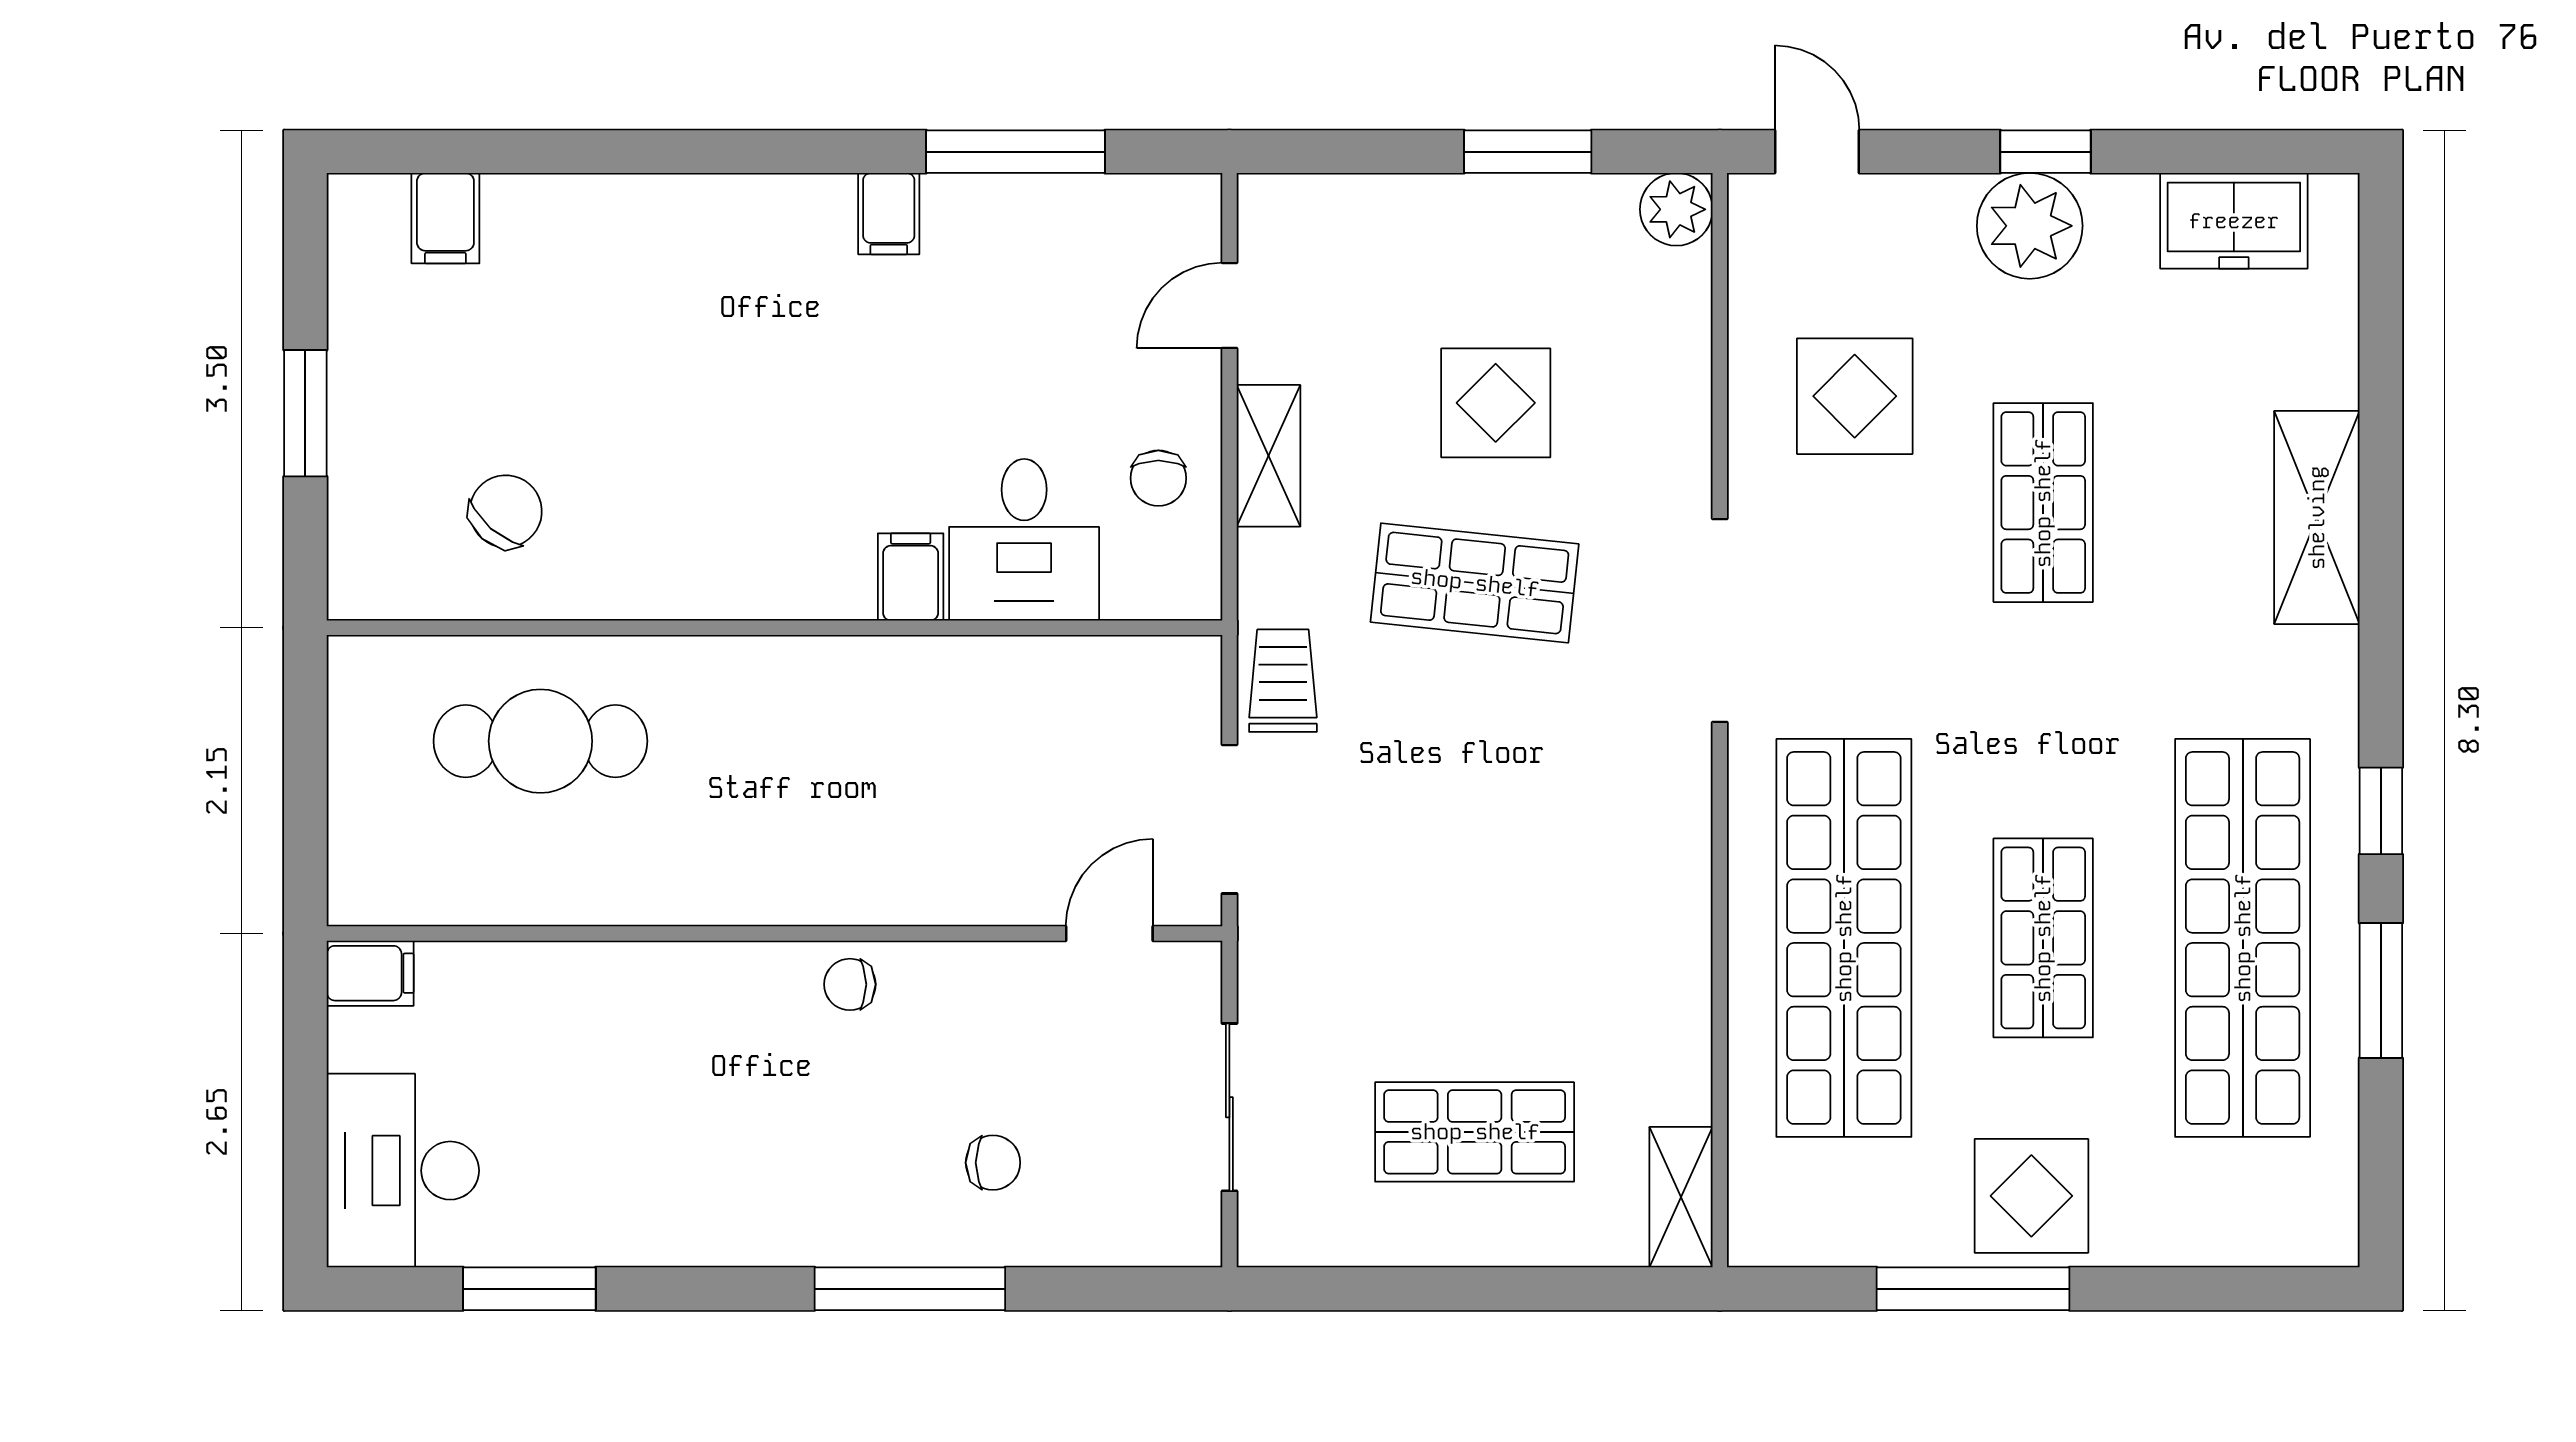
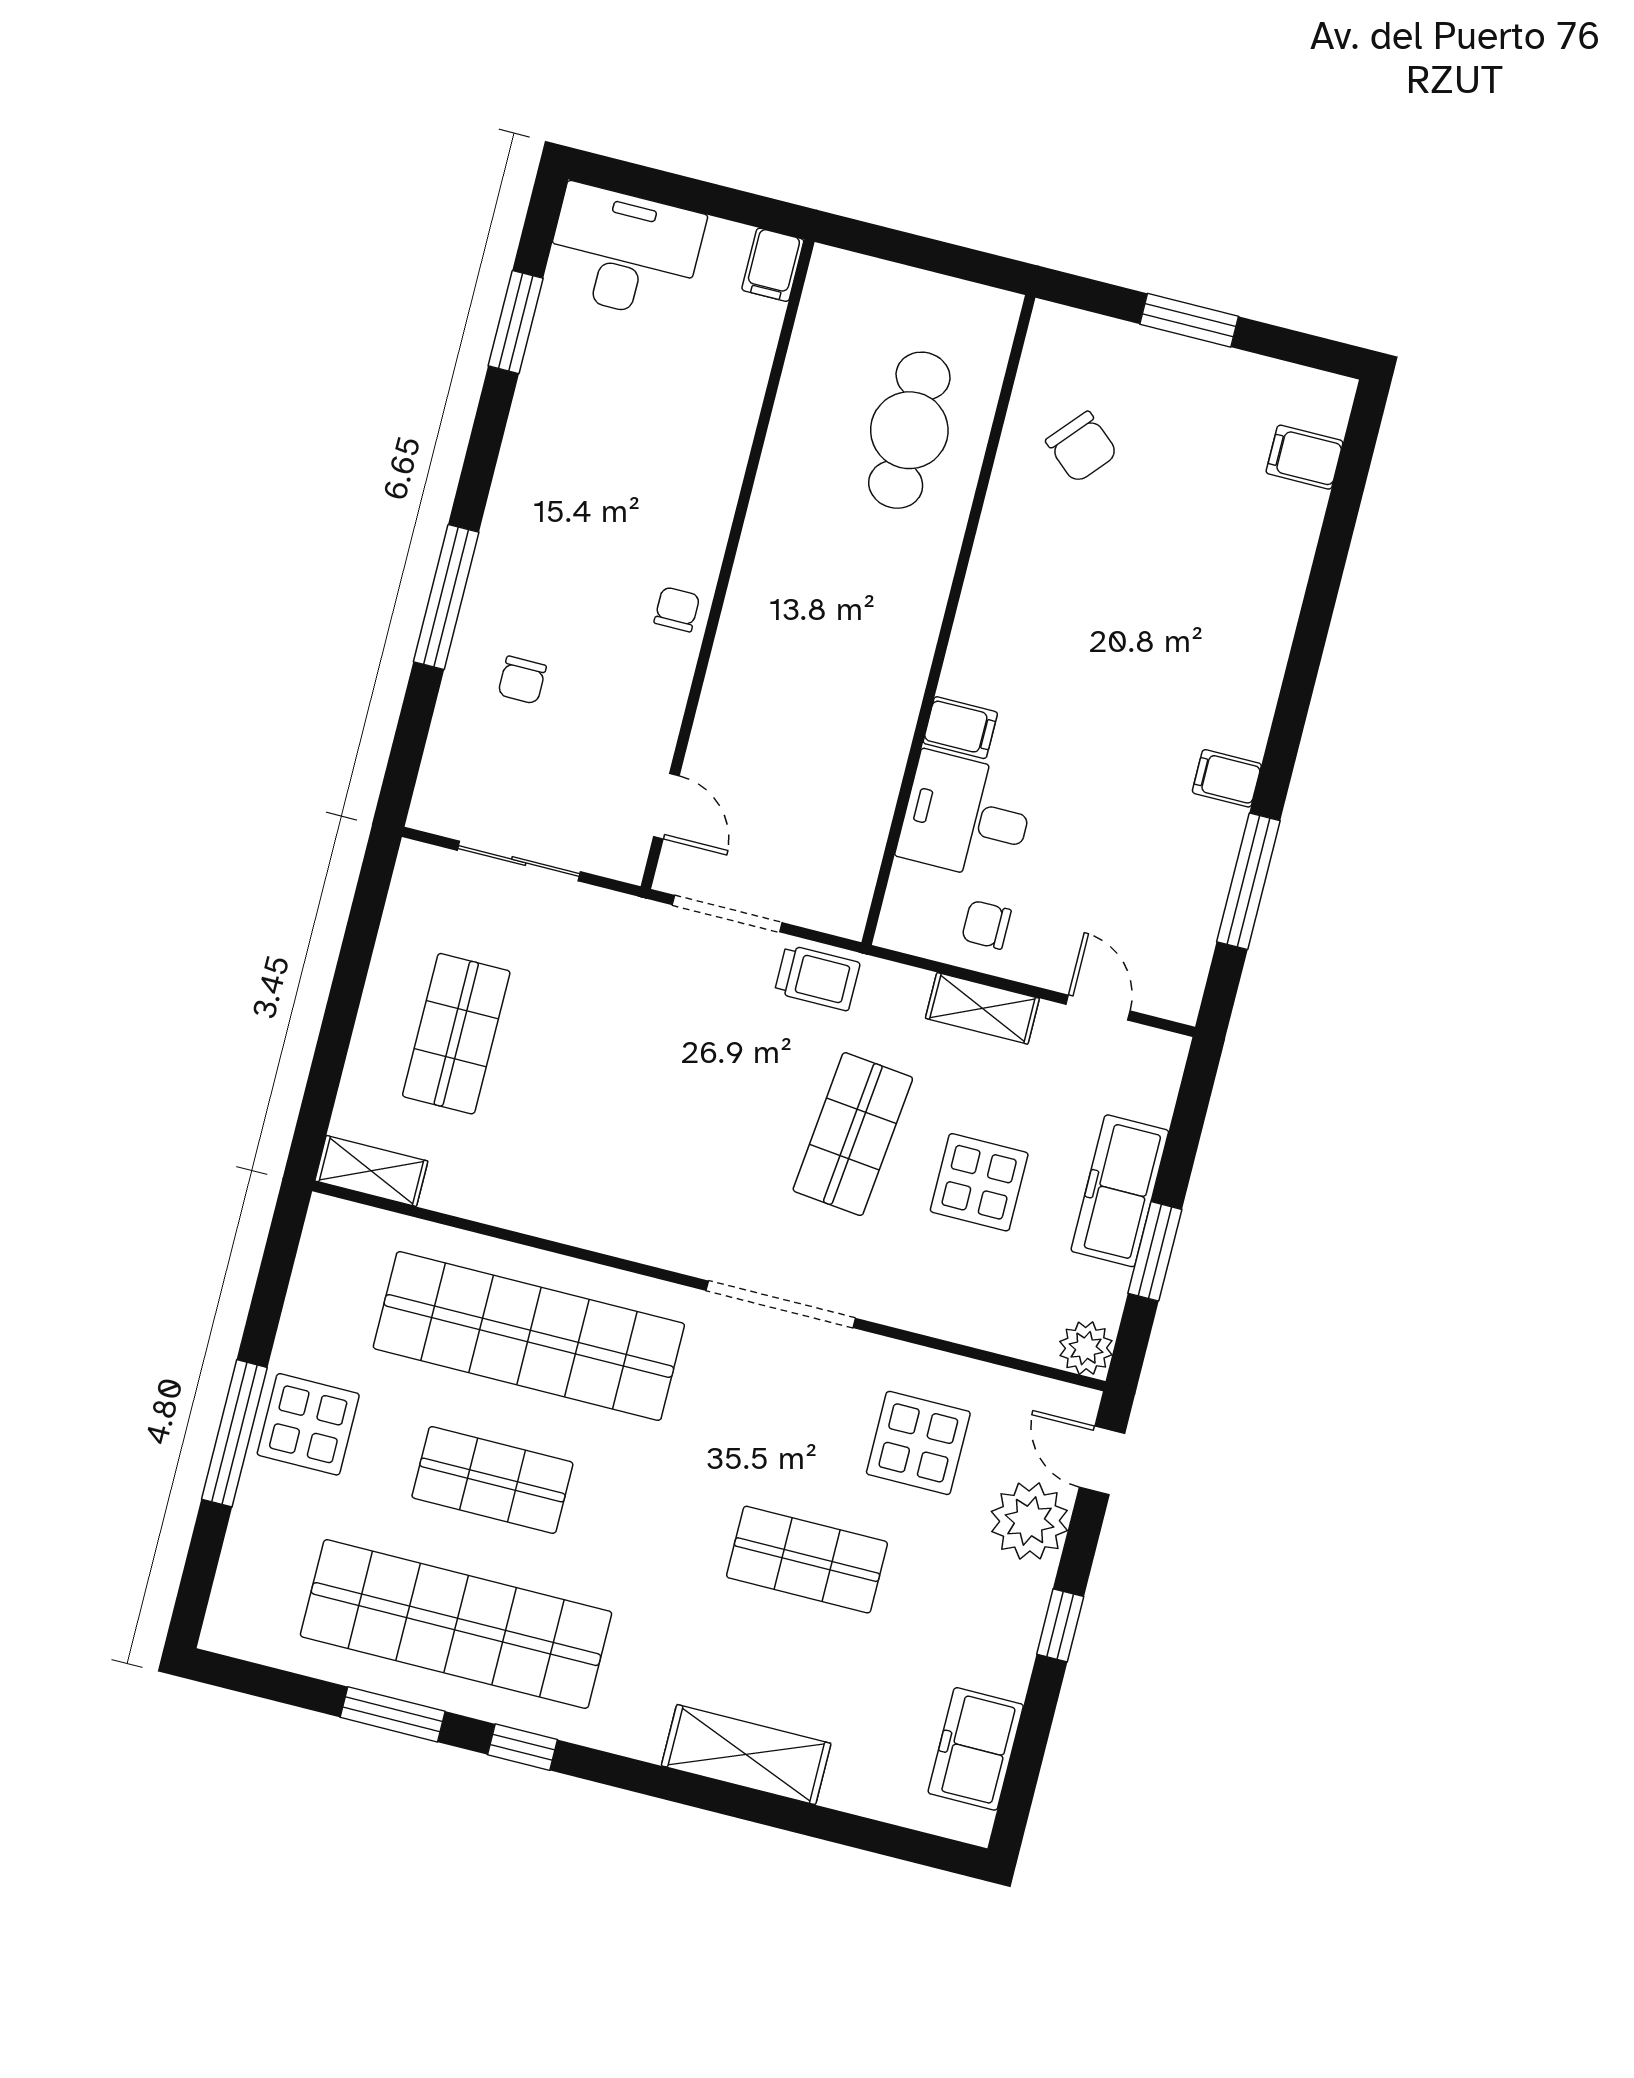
door: (1817, 152) -> (1102, 1460), swing flipped
freezer: (1461, 217) -> (1120, 1191), added
plant: (2030, 226) -> (1029, 1521), moved
window: (1973, 1289) -> (234, 1433), moved

